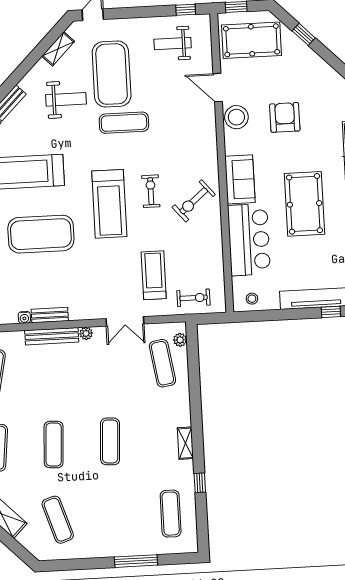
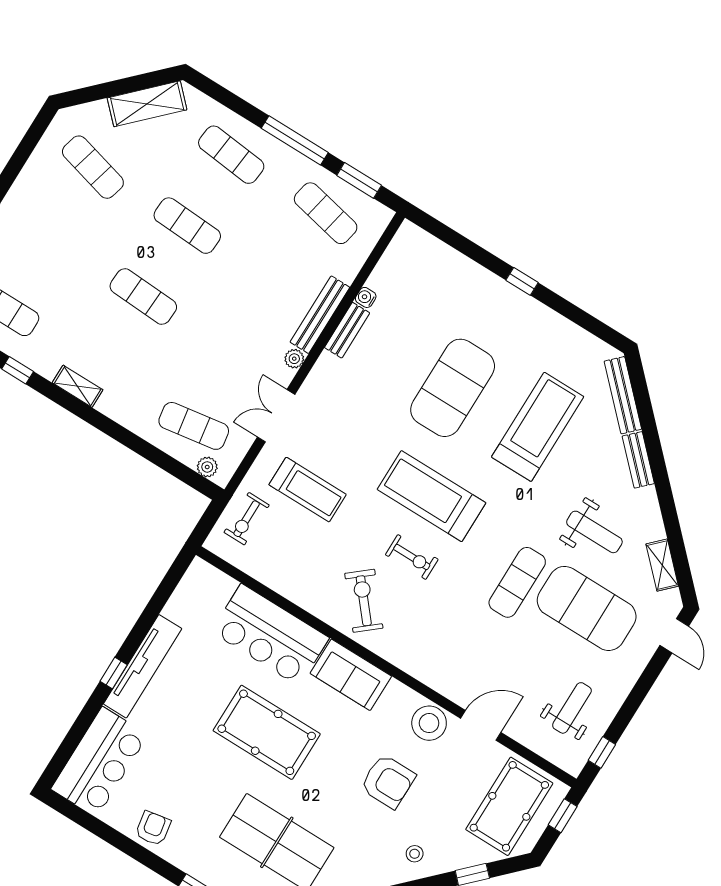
weight bench: (66, 99) -> (594, 532), turned -90
stool: (252, 299) -> (415, 854), moved
exercise mat: (58, 520) -> (93, 167), turned 33

